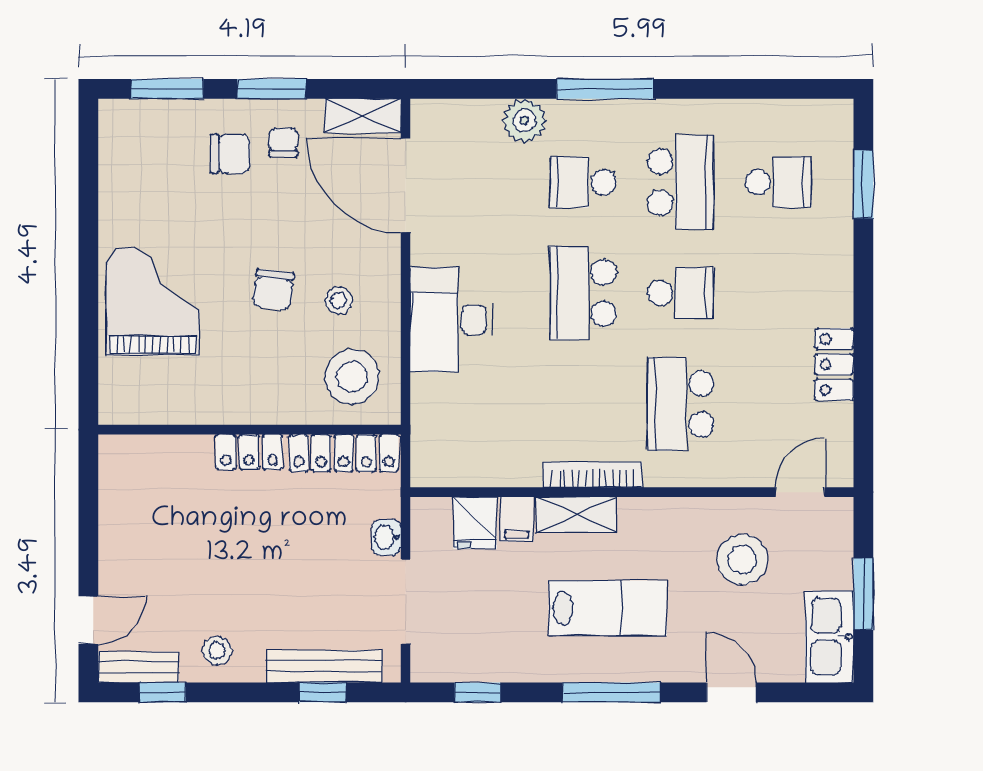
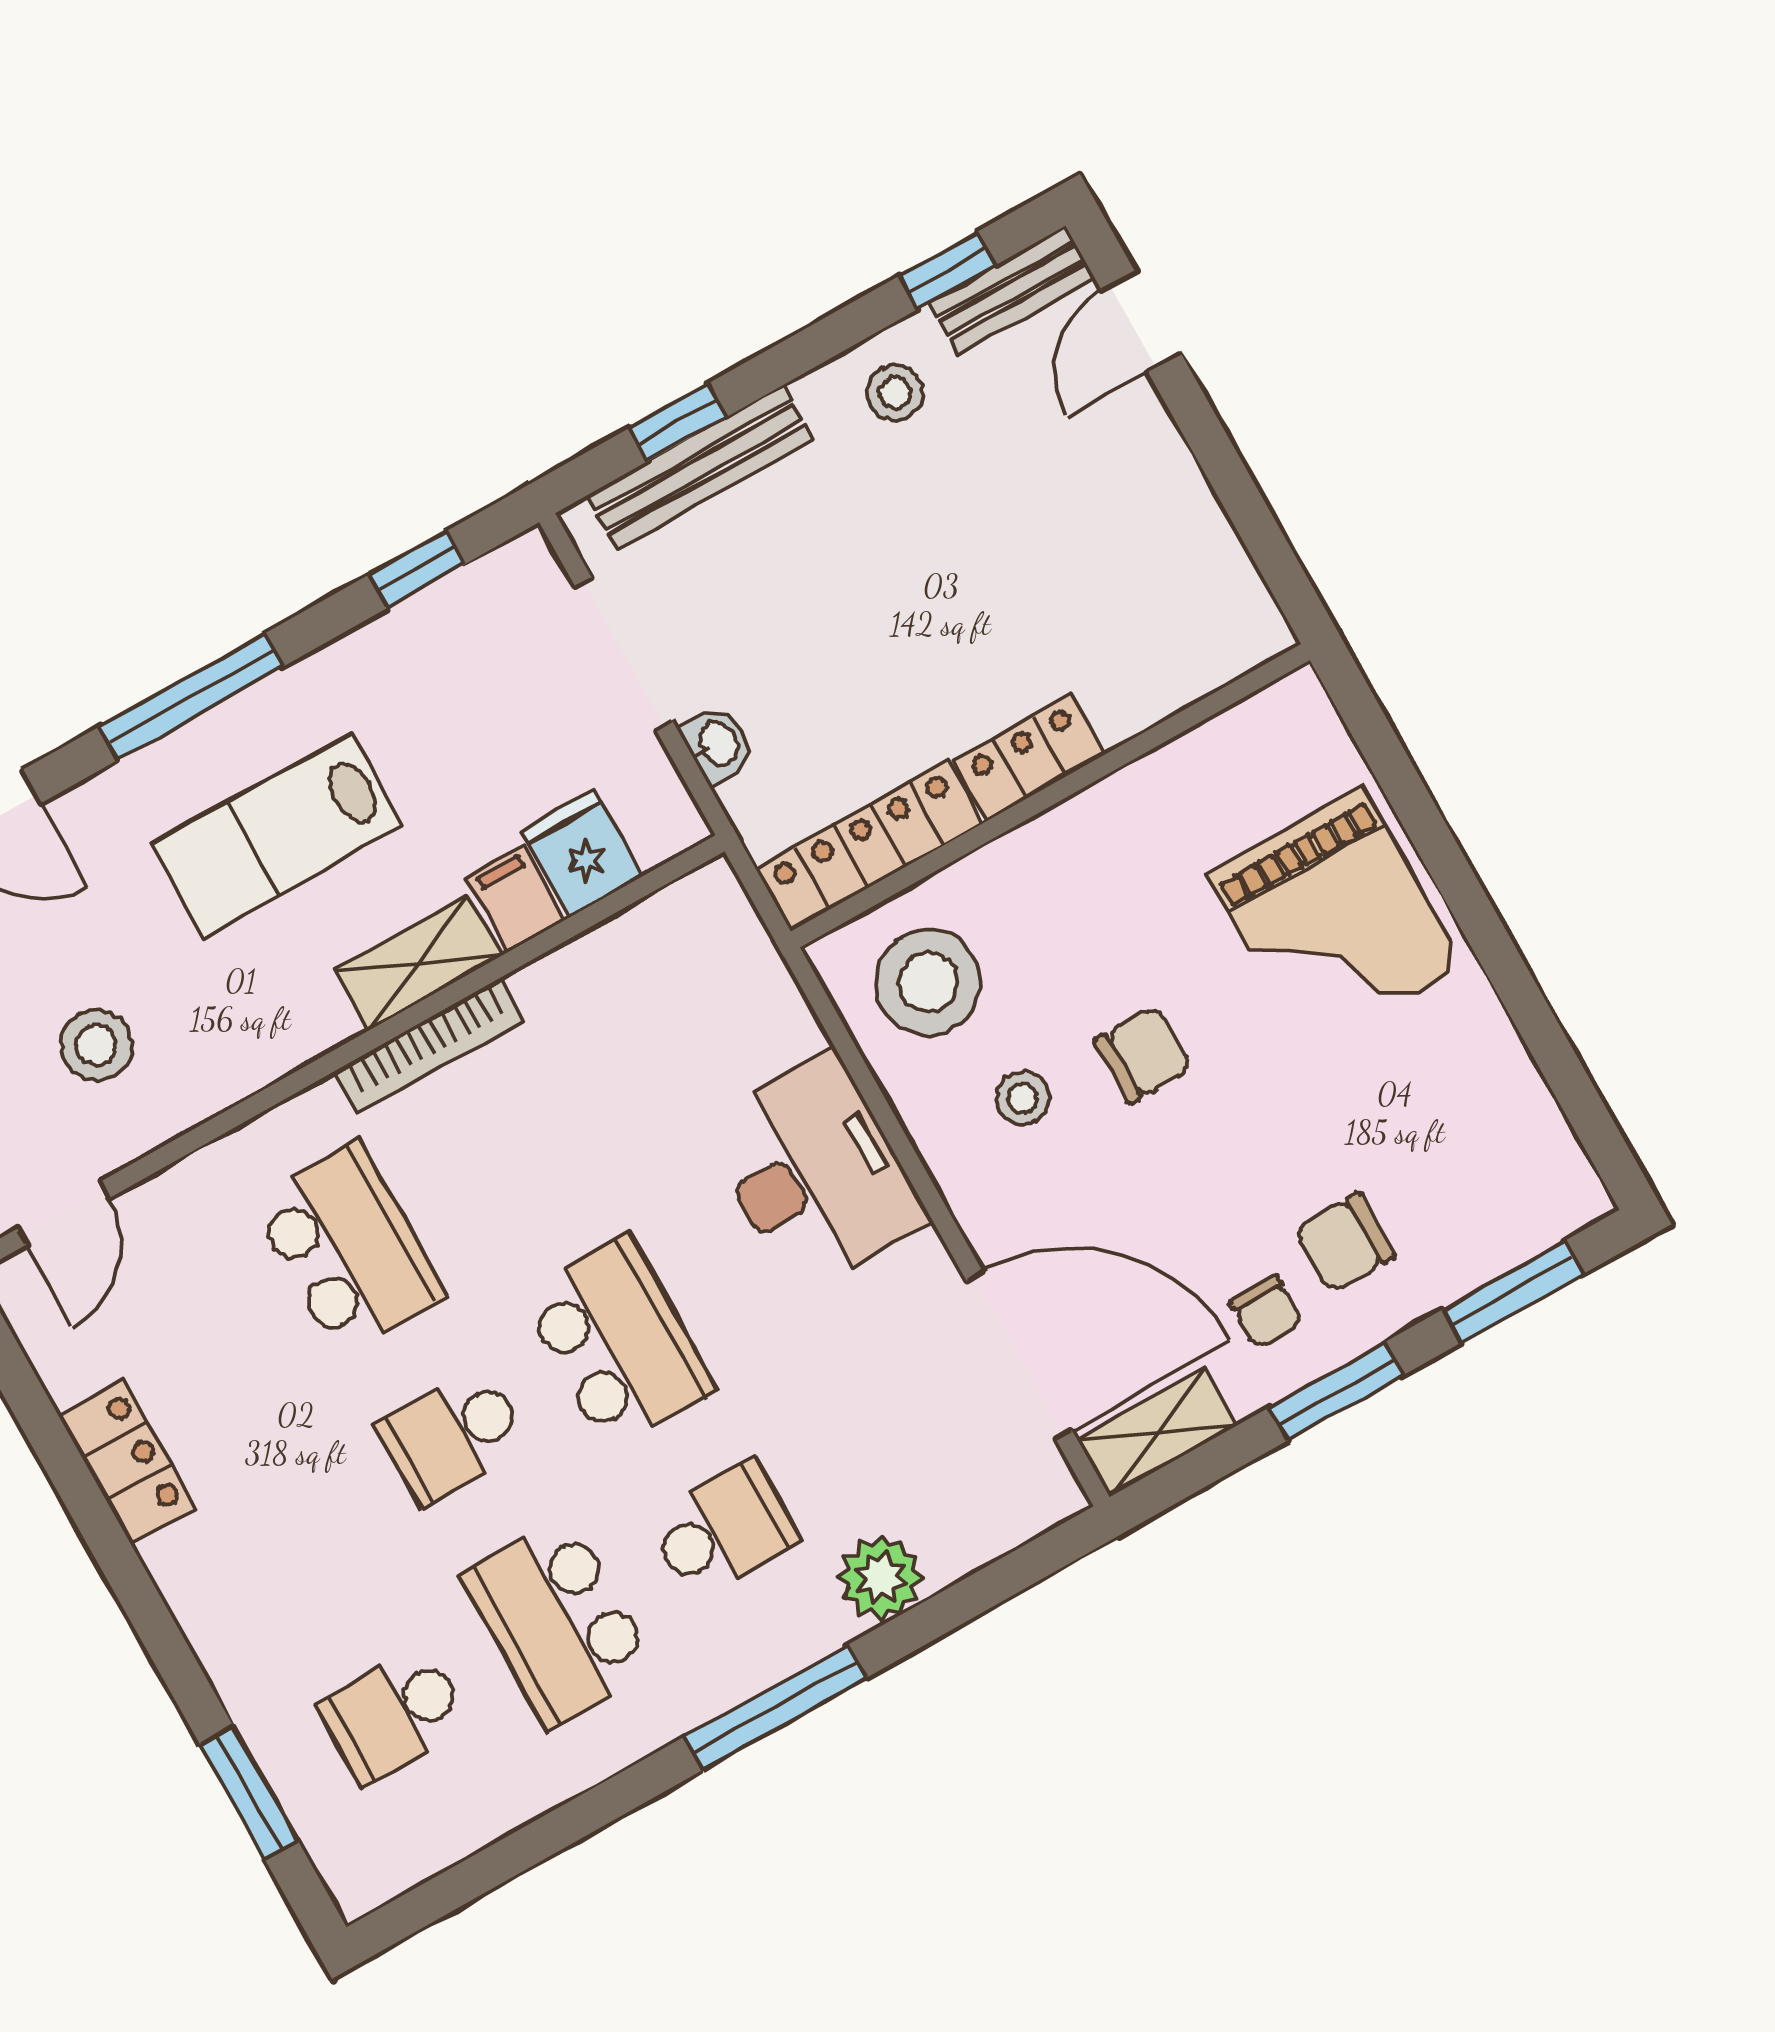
chair: (273, 290) -> (1143, 1054), turned 83
stool: (742, 559) -> (97, 1045), width x0.73, depth x0.73

